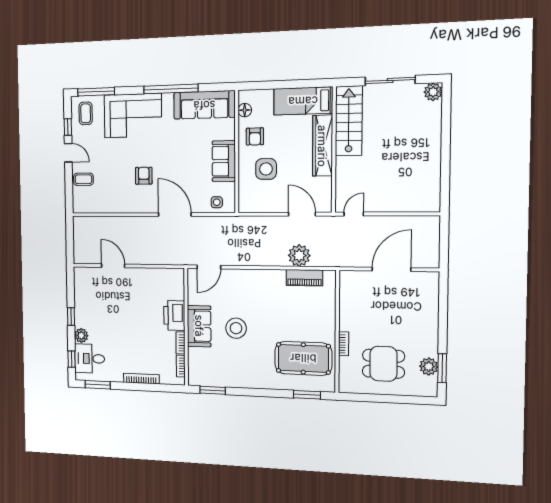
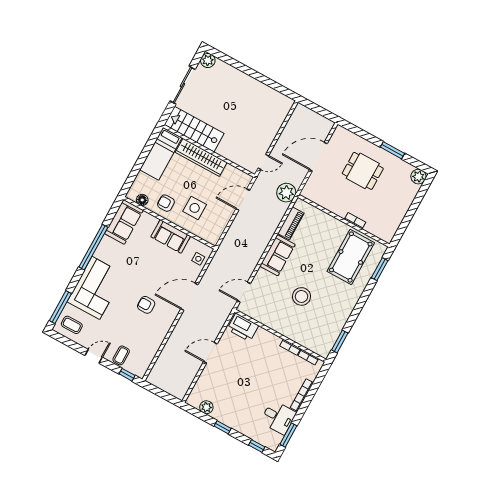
sofa: (204, 105) -> (124, 222), width x0.73
window: (68, 127) -> (127, 375), moved
armchair: (255, 136) -> (166, 203), turned 180
door: (354, 214) -> (263, 162), swing flipped
plant: (299, 256) -> (286, 193), moved
door: (113, 266) -> (210, 353), moved
door: (209, 267) -> (244, 292), swing flipped
door: (391, 269) -> (318, 157), hinge flipped
printer: (174, 316) -> (243, 327), moved
sofa: (199, 326) -> (277, 255), moved, turned 90
plant: (81, 335) -> (206, 407), moved
desk: (90, 359) -> (278, 417), moved, turned -90
dining table: (383, 364) -> (363, 171), moved, turned 90
plant: (429, 366) -> (418, 177), moved
window: (442, 368) -> (392, 150), moved

